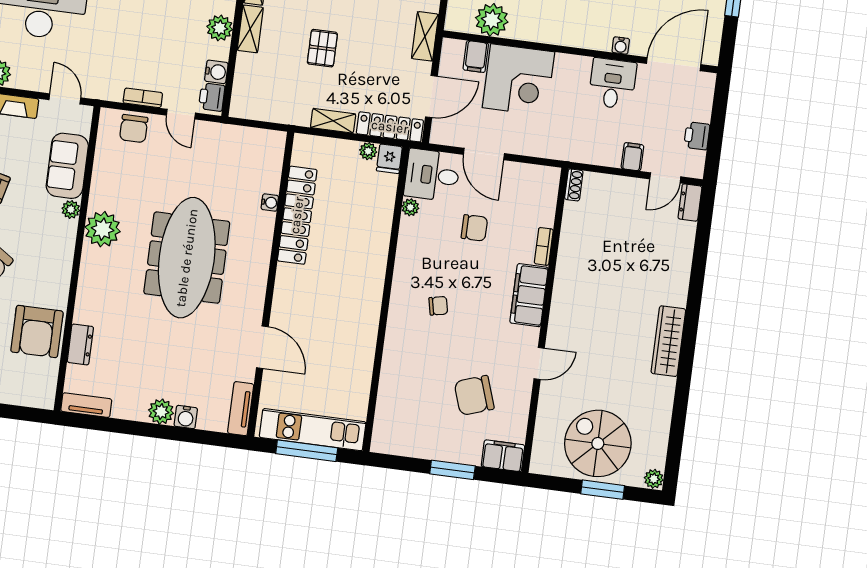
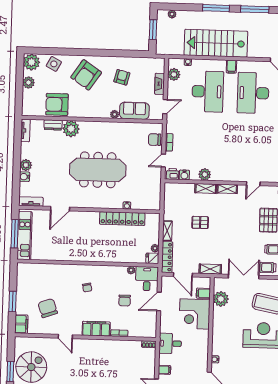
desk: (612, 84) -> (170, 343), moved, turned 180
plant: (103, 229) -> (71, 129), moved

